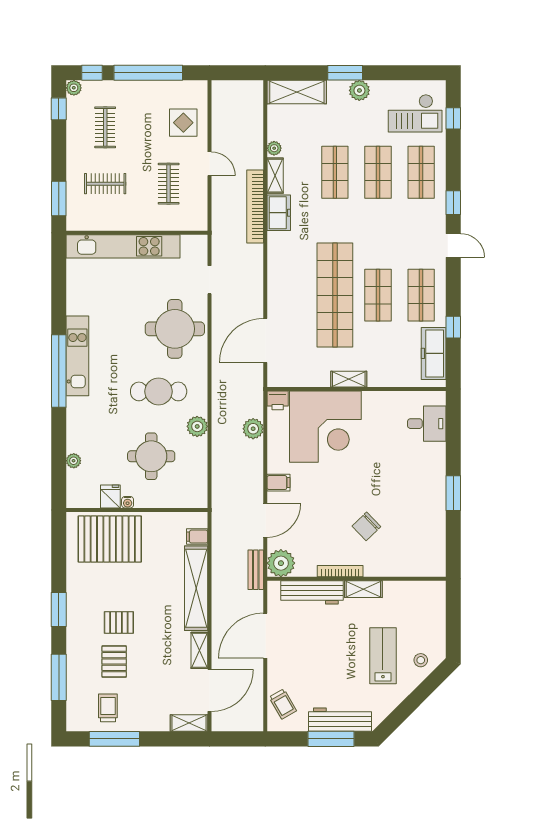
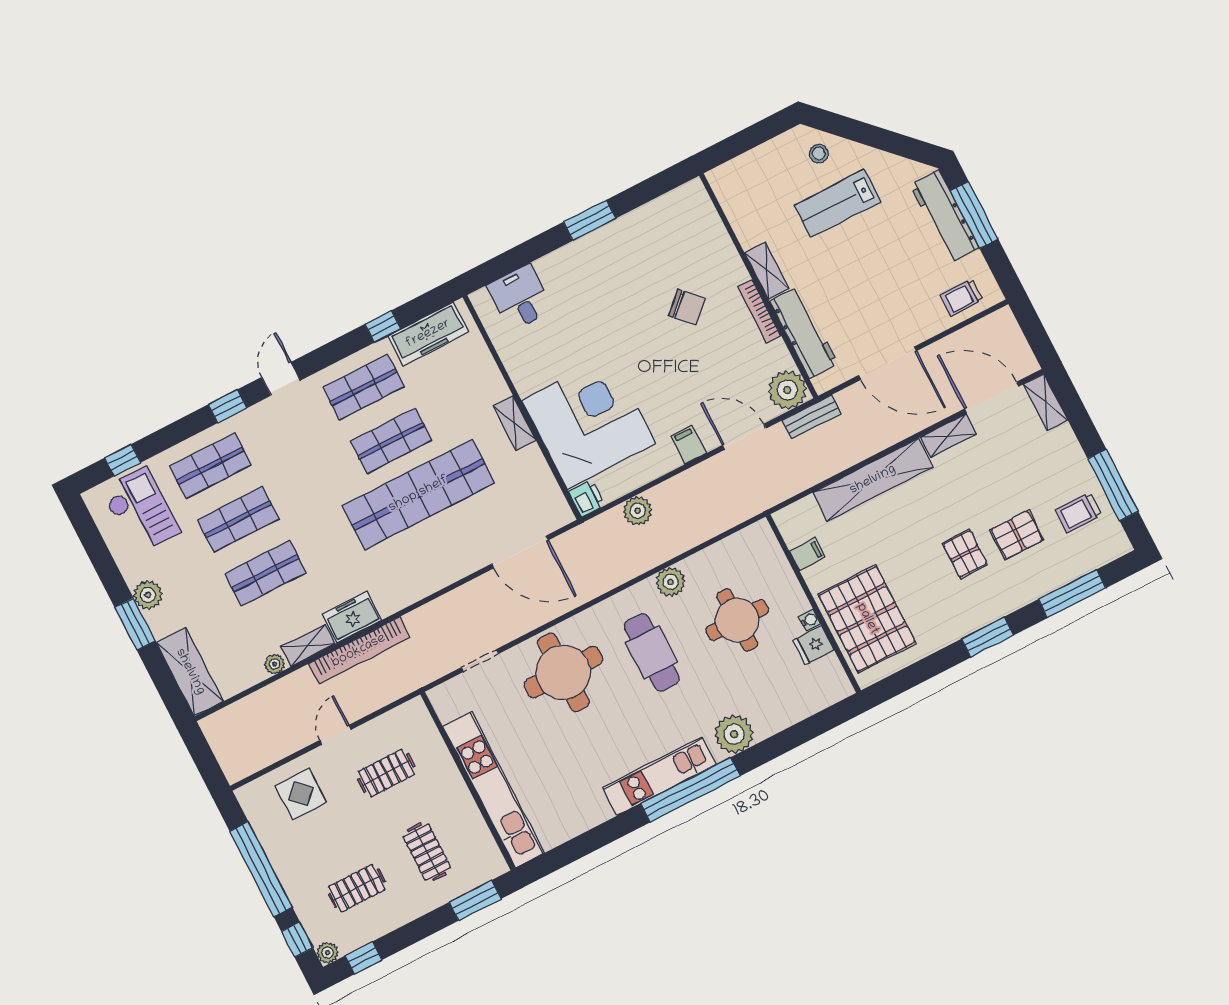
plant: (74, 461) -> (734, 734), moved, width x1.88, depth x1.88
filing cabinet: (197, 537) -> (807, 554), moved, turned -90
trolley: (283, 704) -> (962, 298), turned -150

